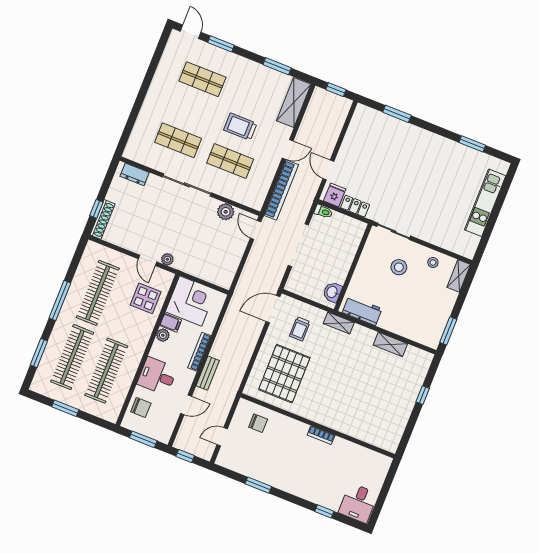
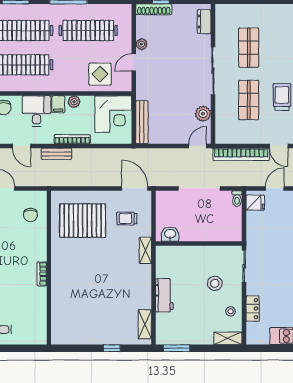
locker: (355, 206) -> (253, 309), moved
plant: (167, 259) -> (142, 44), moved
bench: (210, 276) -> (142, 122), added
workbench: (362, 311) -> (164, 295), moved
filing cabinet: (171, 323) -> (58, 104), moved
shelving: (390, 344) -> (145, 324), moved

